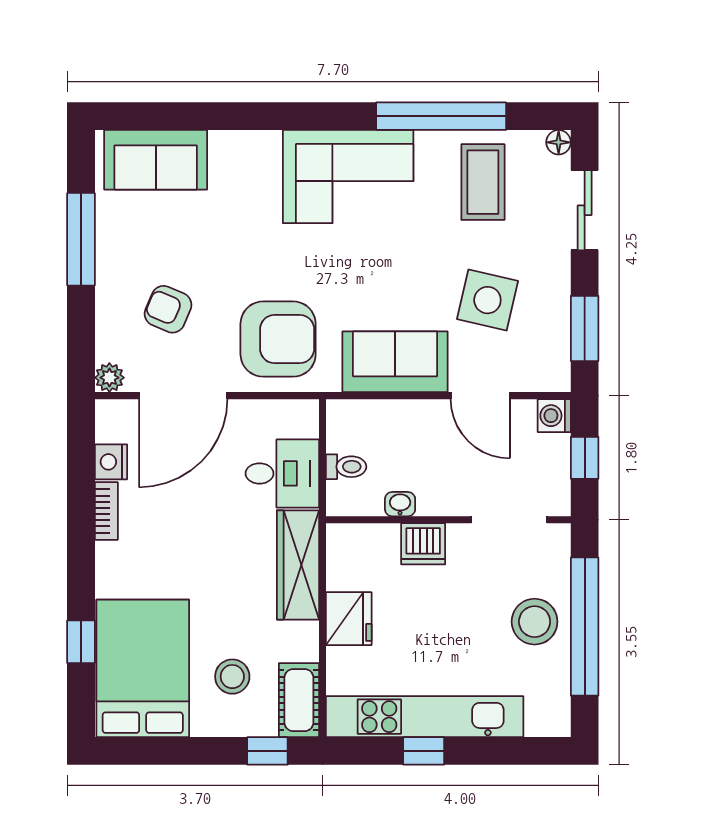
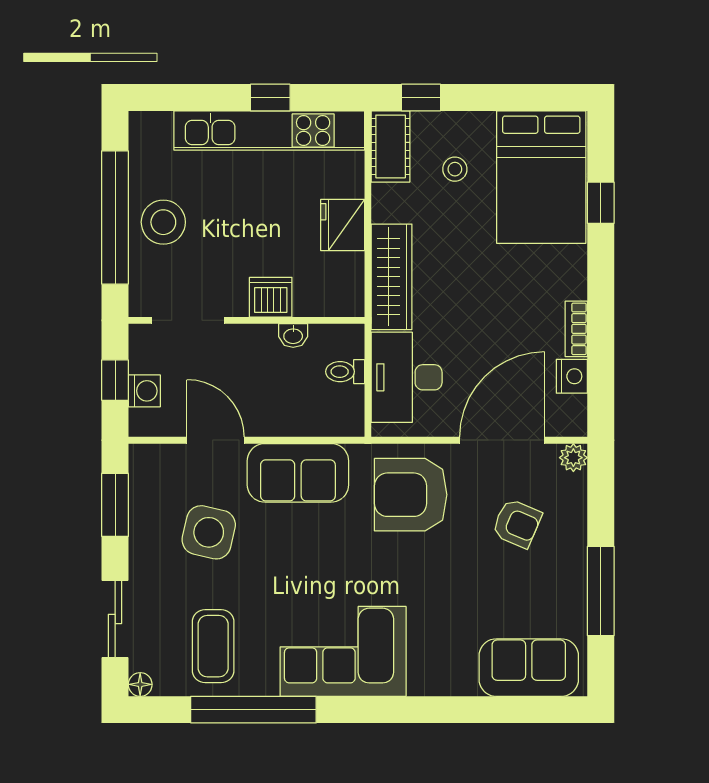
washing machine: (554, 416) -> (144, 391), moved
desk: (282, 473) -> (407, 377), width x1.37
stool: (232, 677) -> (455, 169), width x0.73, depth x0.73

